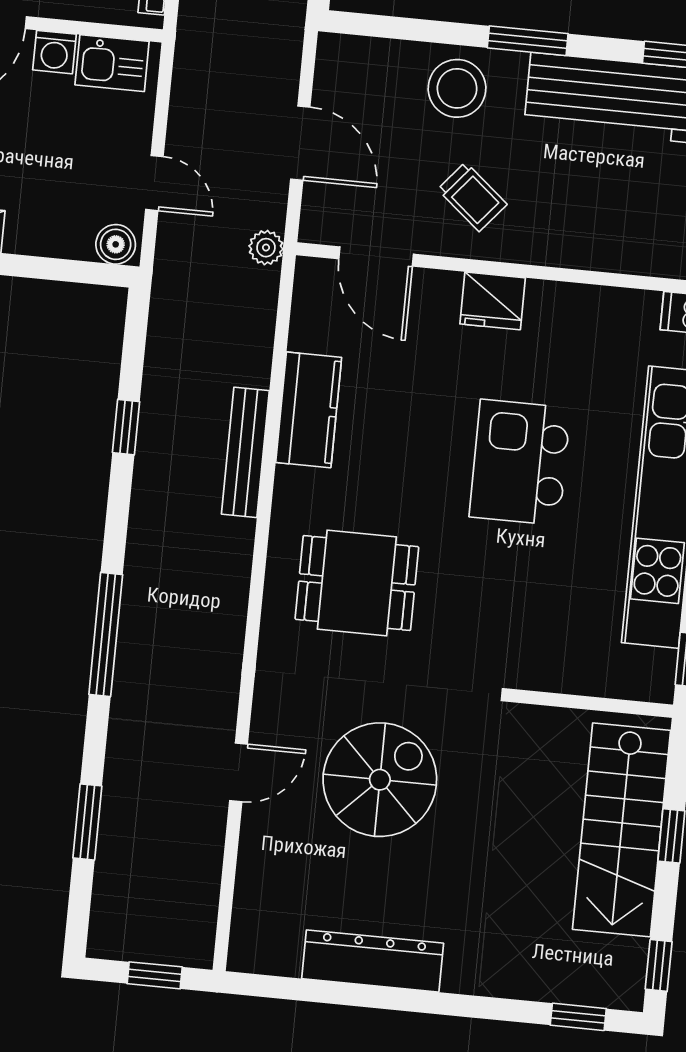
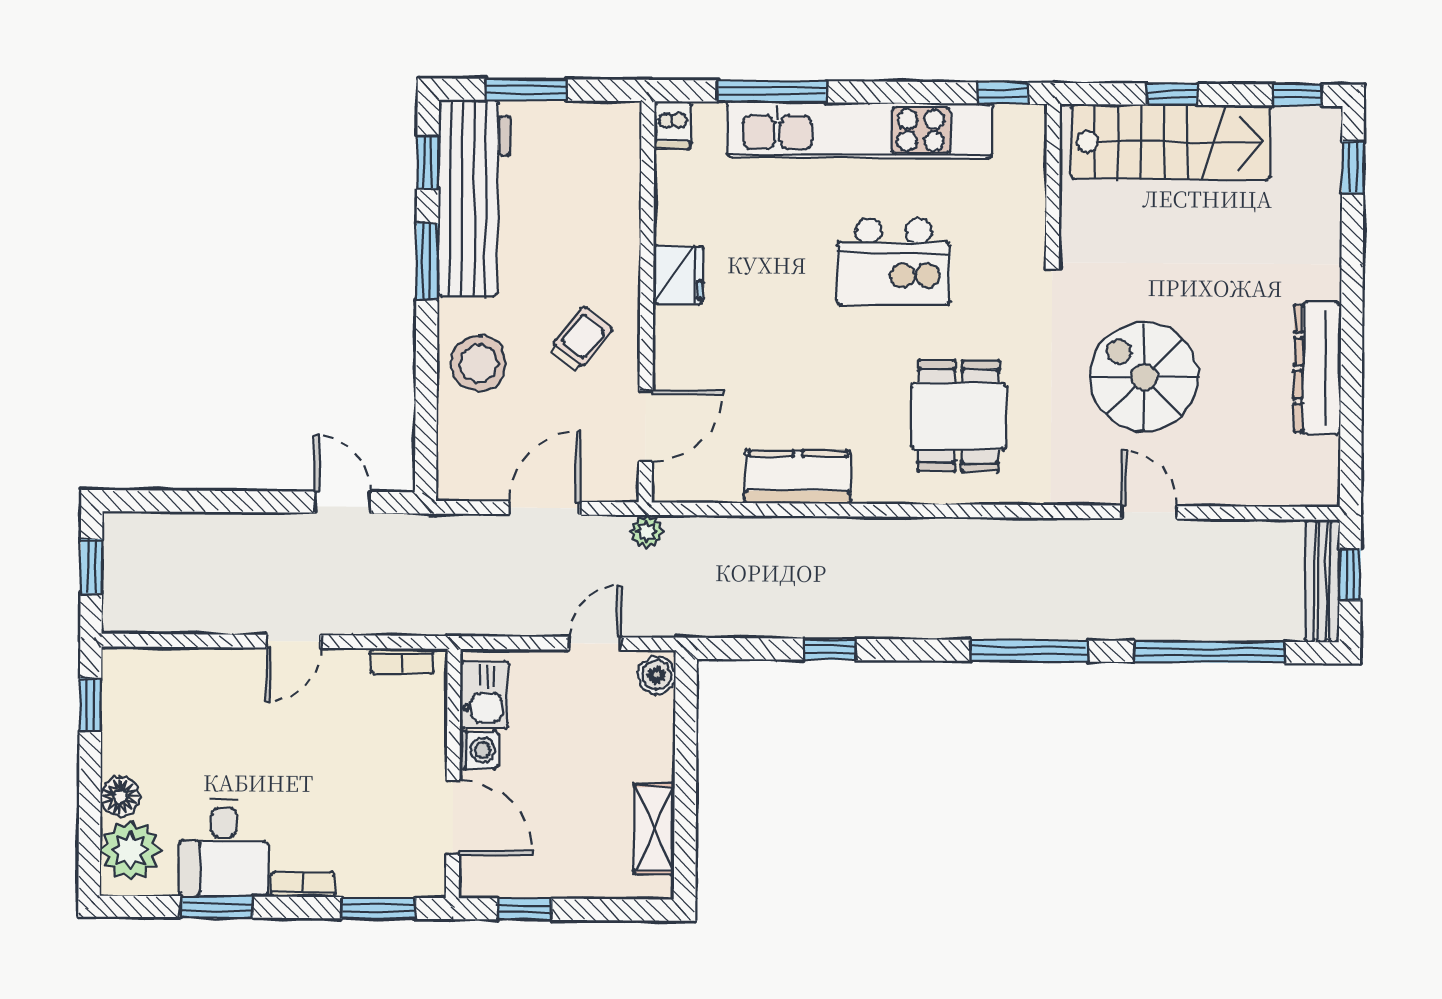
window: (528, 41) -> (427, 262), moved
fridge: (493, 301) -> (678, 275), moved
bench: (245, 452) -> (1322, 581), moved, turned 90
kitchen island: (520, 462) -> (893, 261), moved
window: (87, 822) -> (1210, 652), width x2.11

